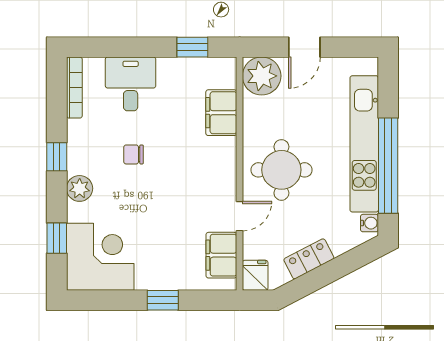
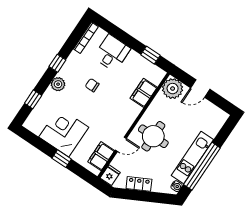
kitchen unit: (364, 144) -> (192, 157), width x0.73
corner desk: (100, 257) -> (64, 132), moved, turned -90

